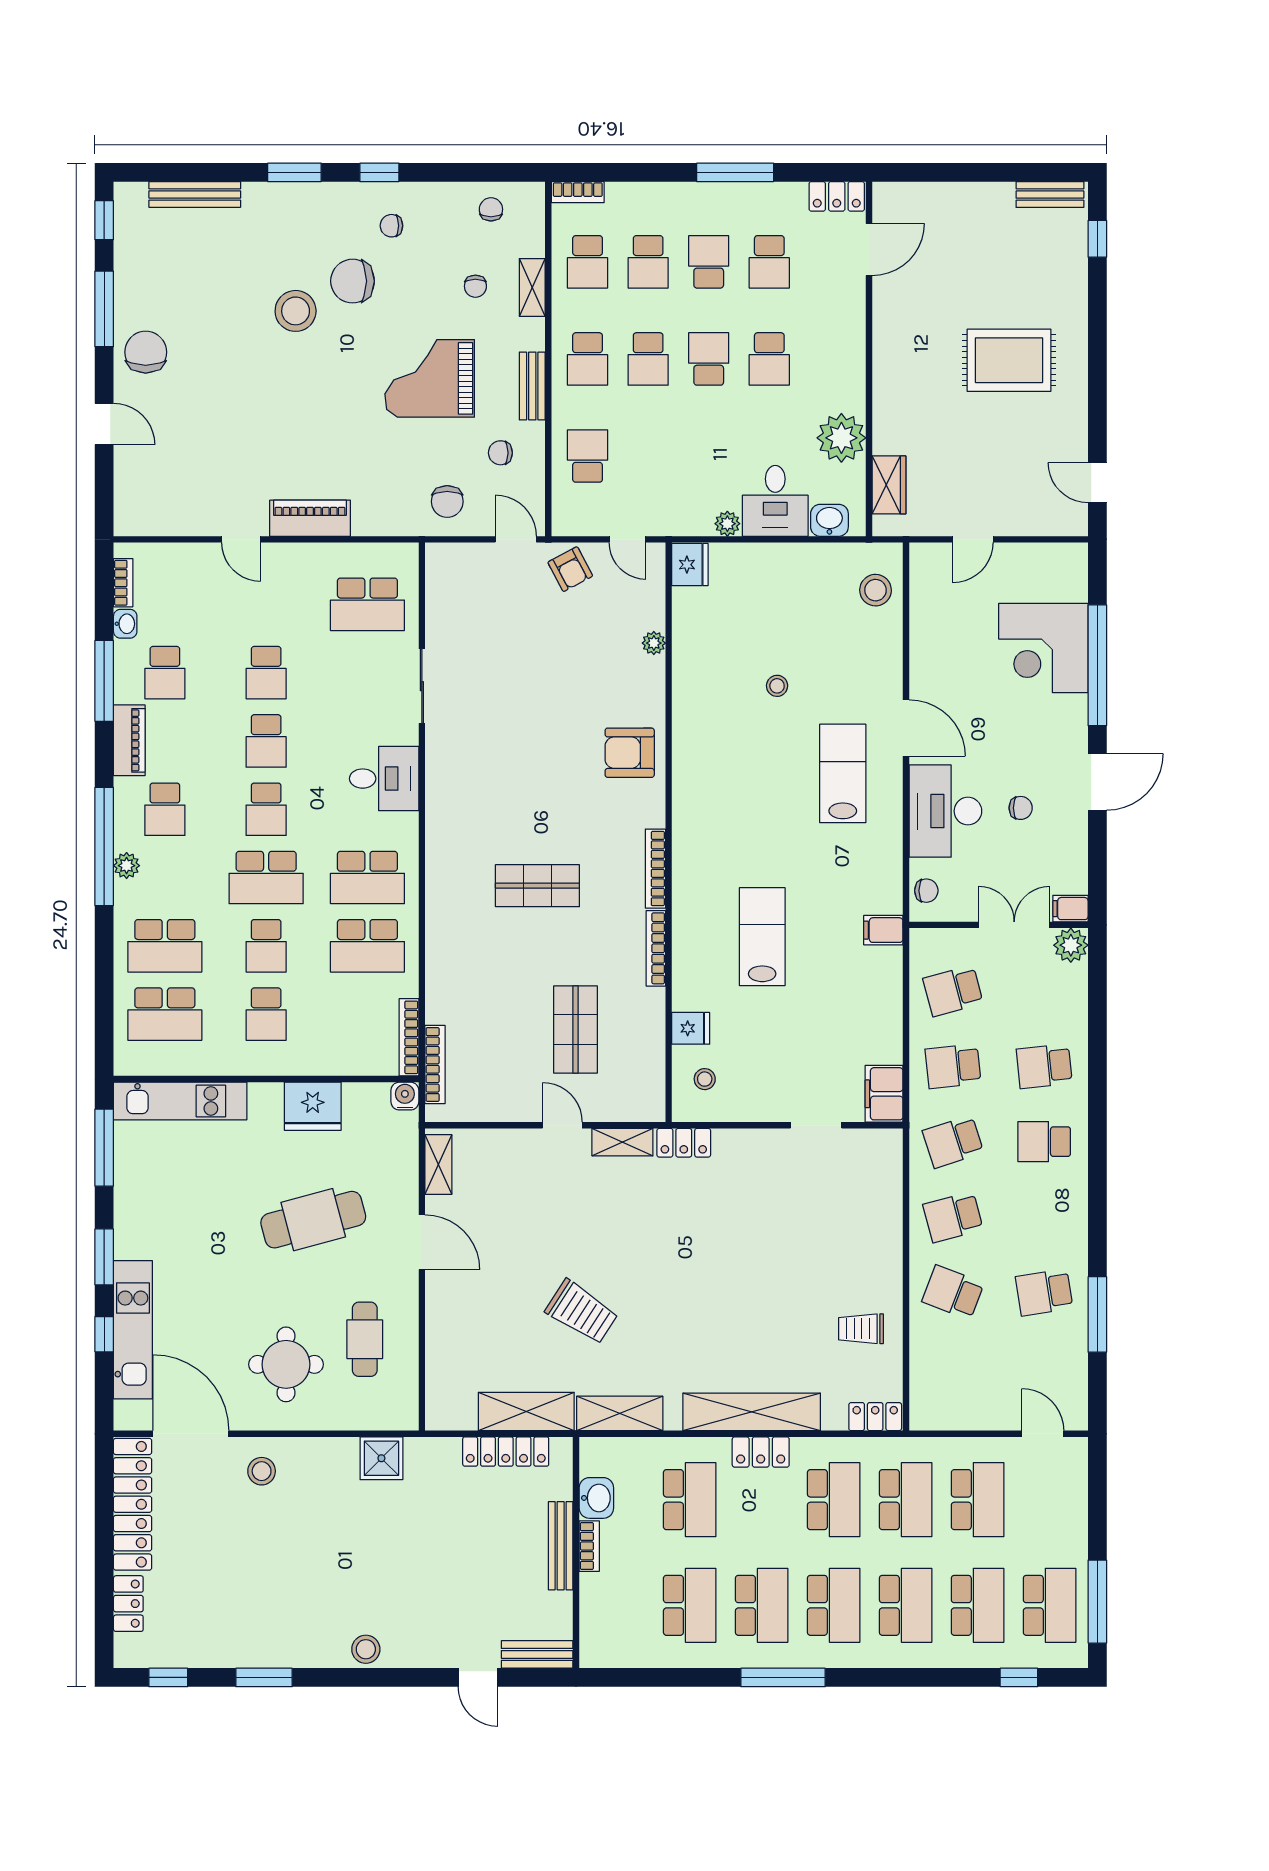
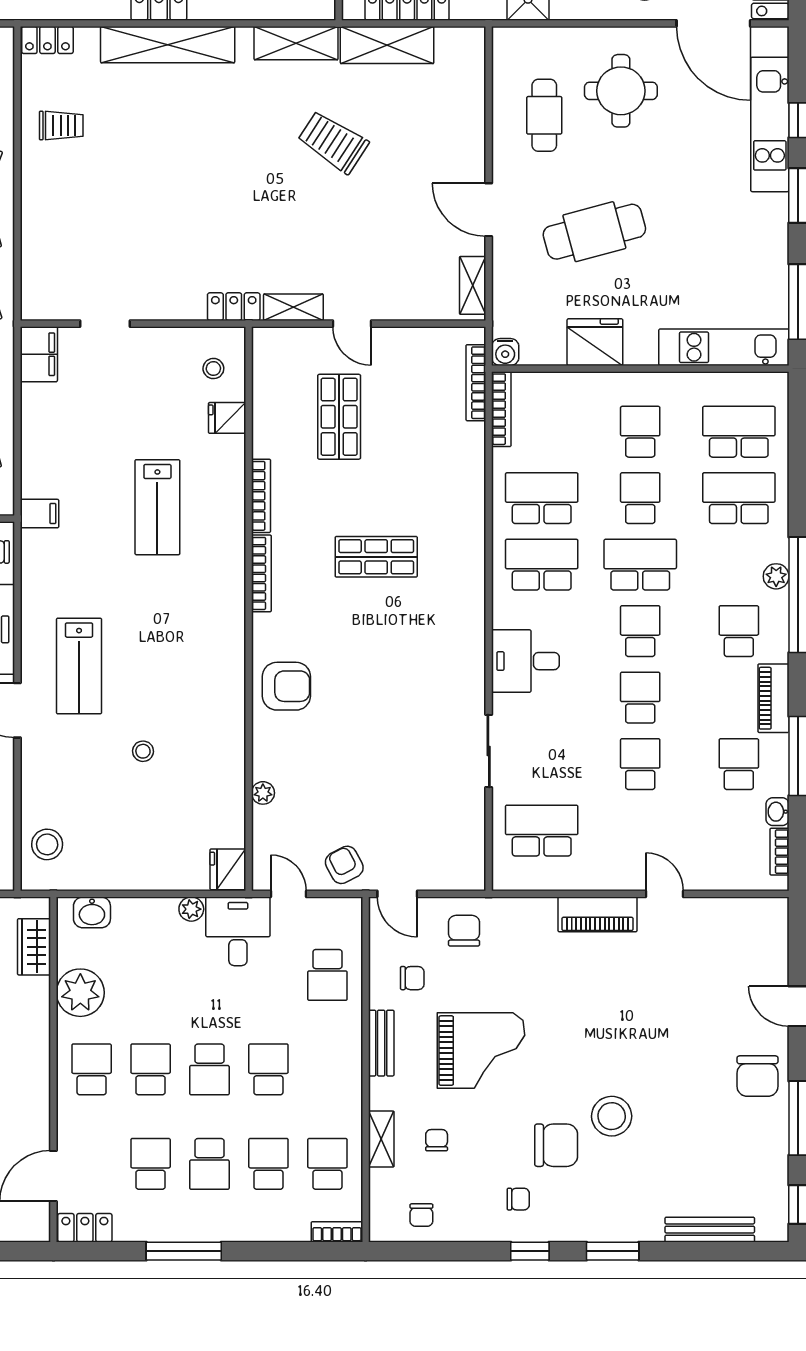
school desk: (588, 359) -> (92, 1069), moved
desk: (775, 501) -> (238, 931), moved

